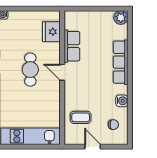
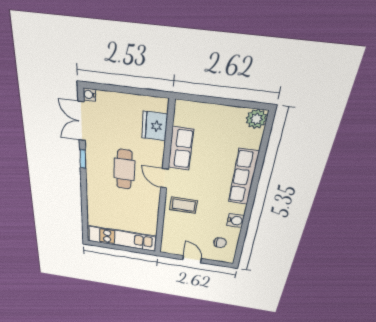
coffee table: (81, 117) -> (184, 205), moved

